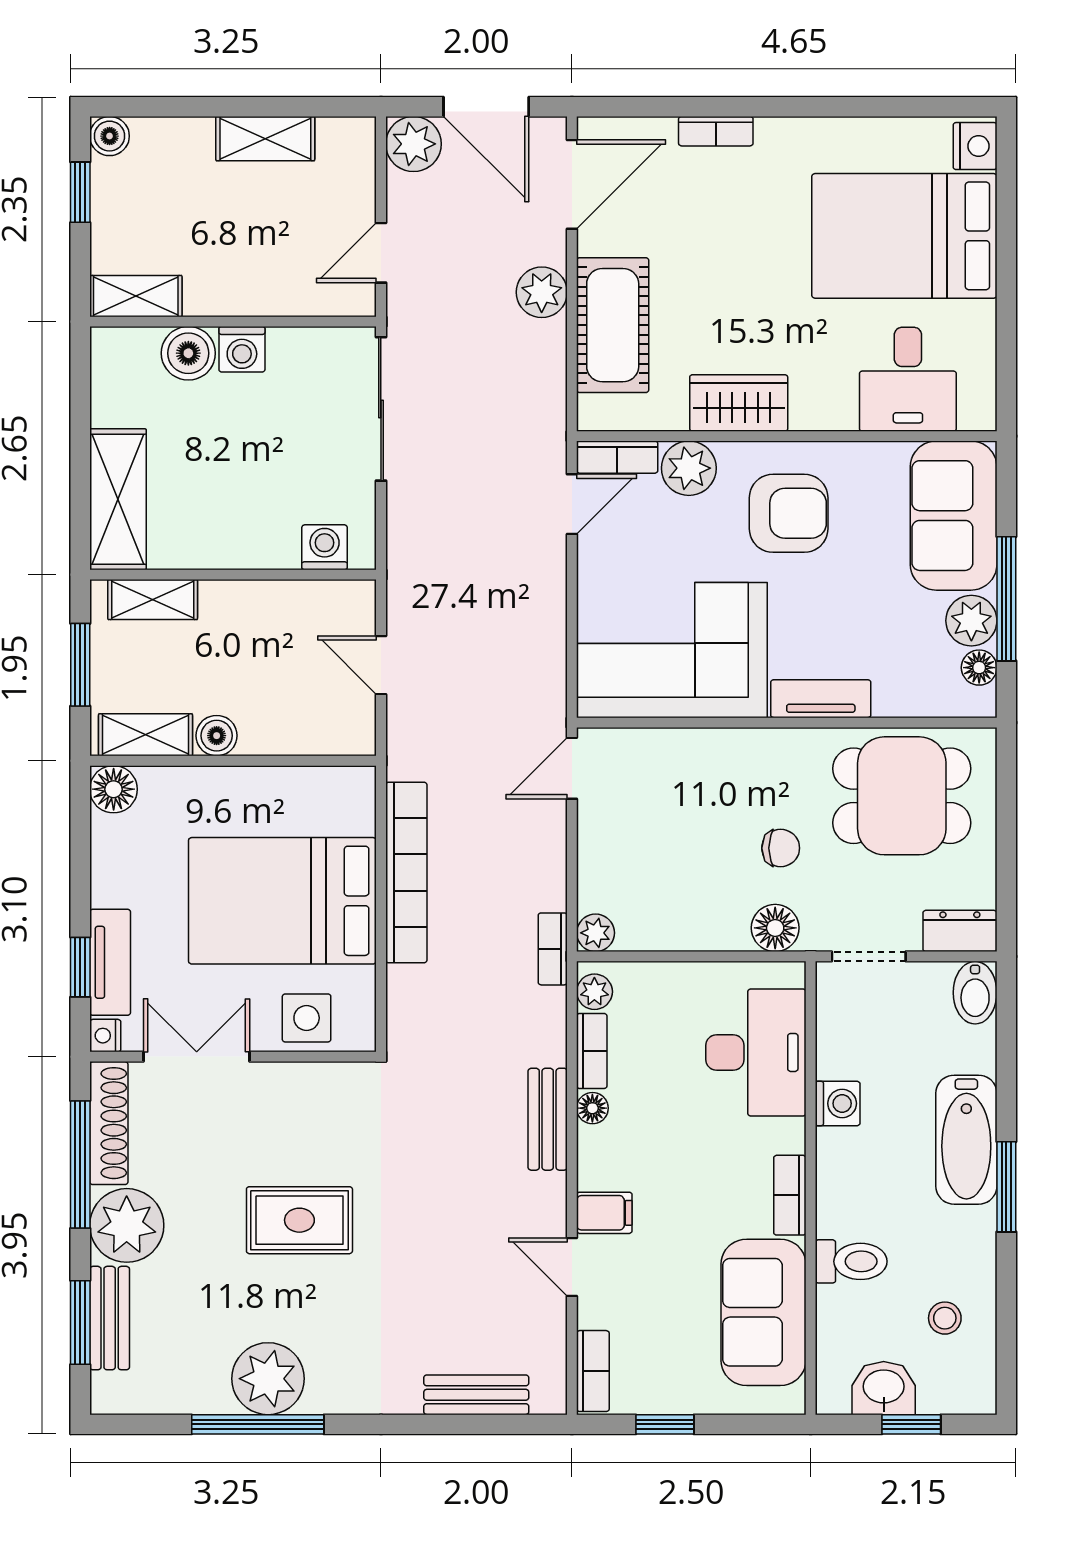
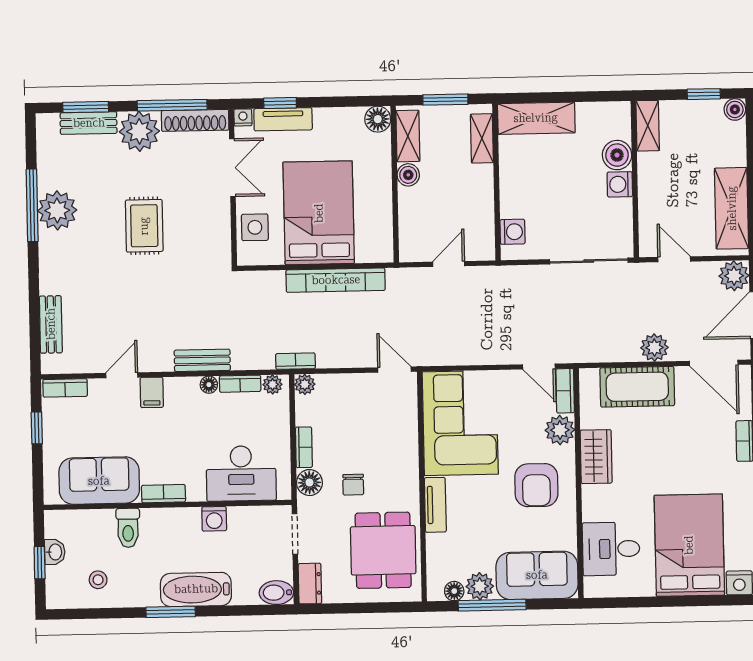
shelving: (265, 139) -> (732, 208), width x1.50, depth x1.33
bookcase: (710, 937) -> (304, 447), added
washbasin: (884, 1388) -> (55, 552), width x0.72, depth x0.69

